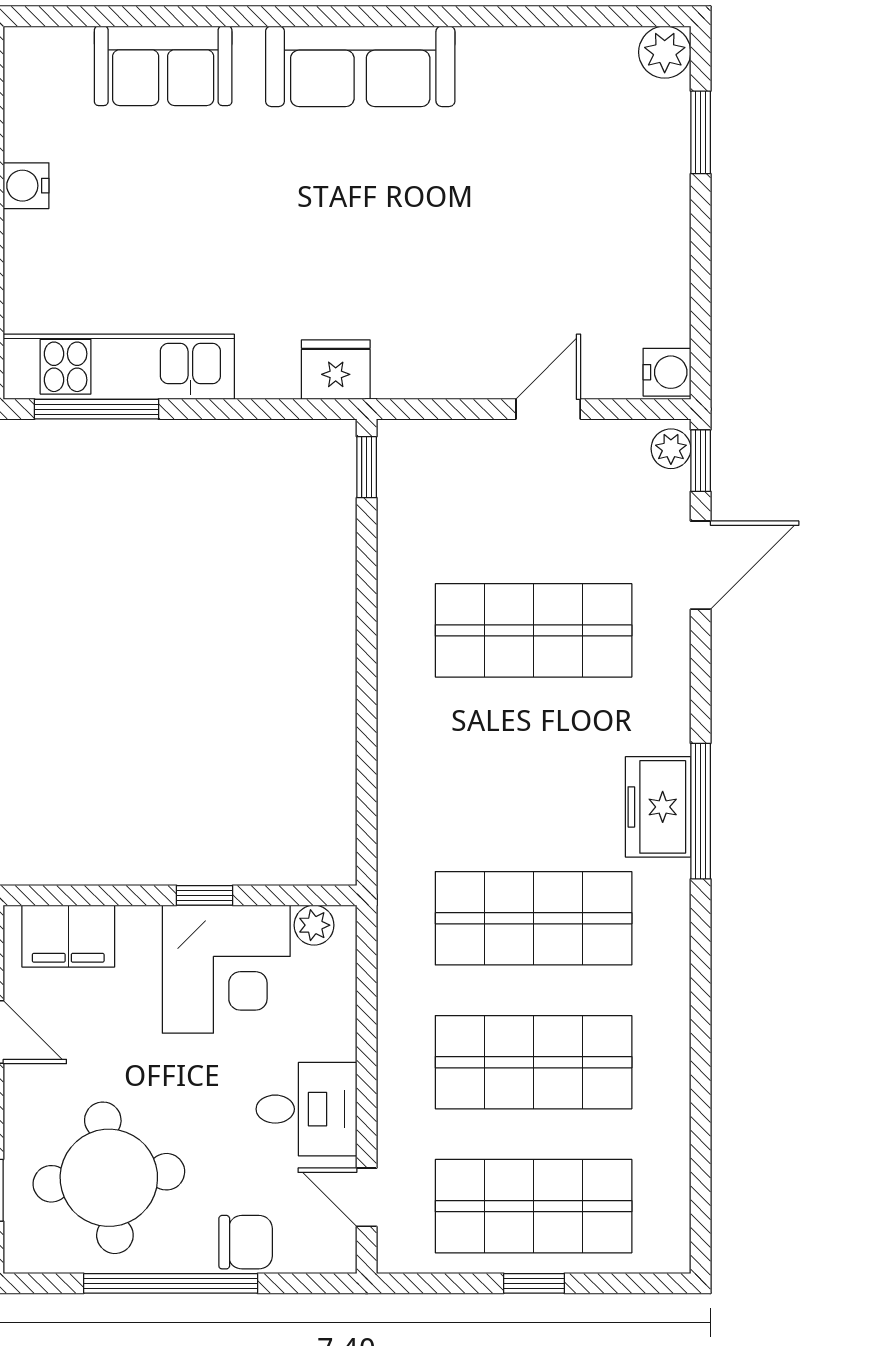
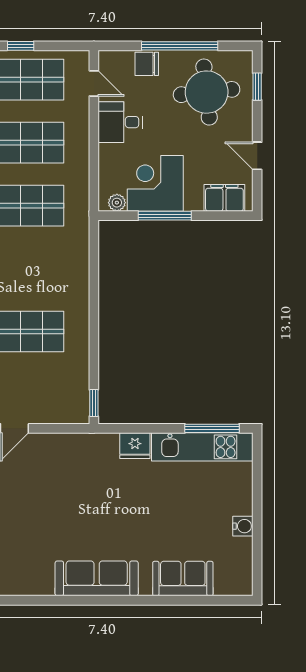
fridge: (336, 370) -> (135, 446), moved
window: (205, 895) -> (165, 216), width x2.17

